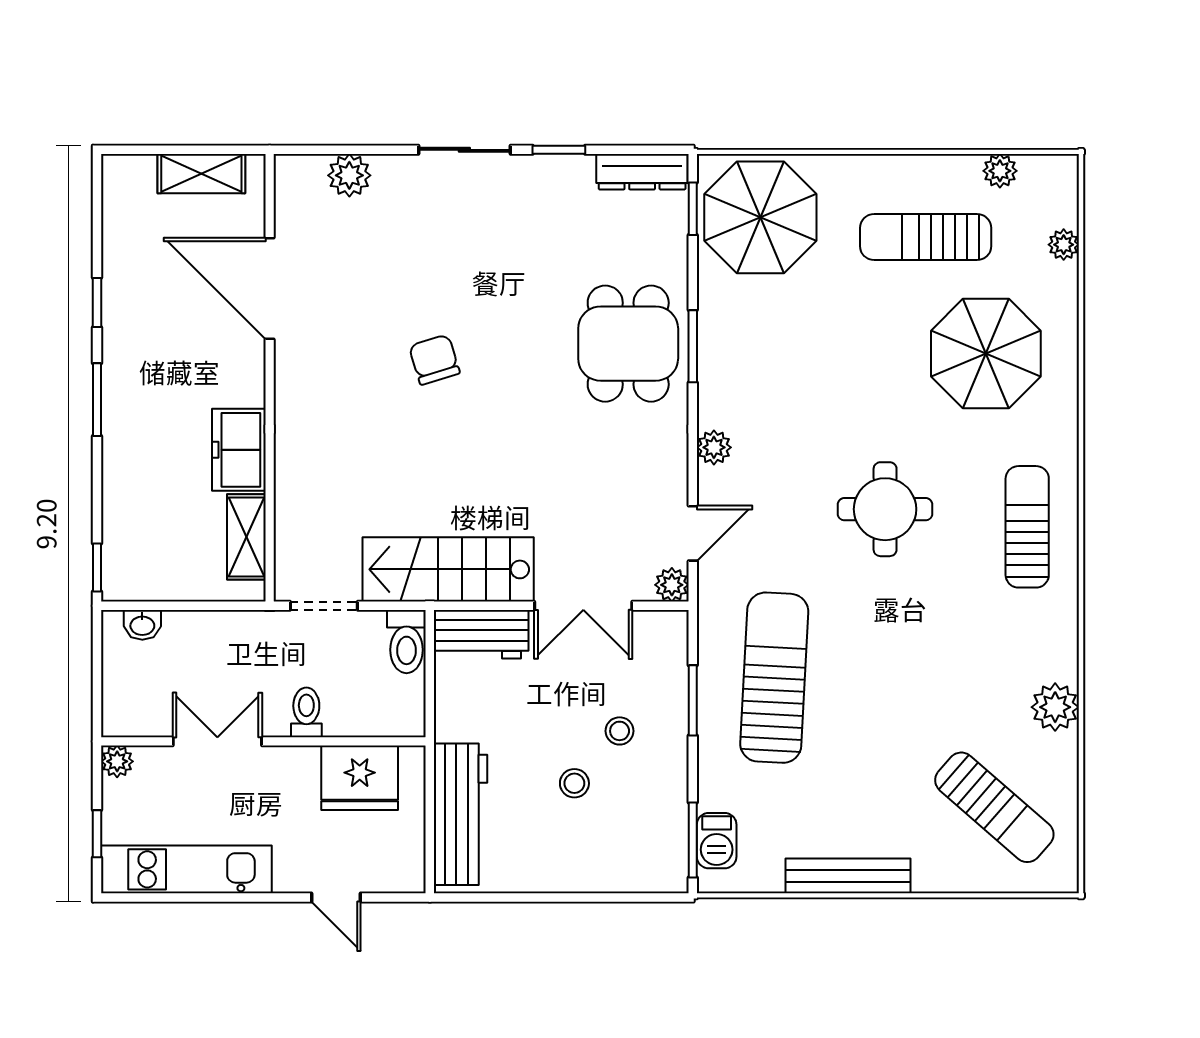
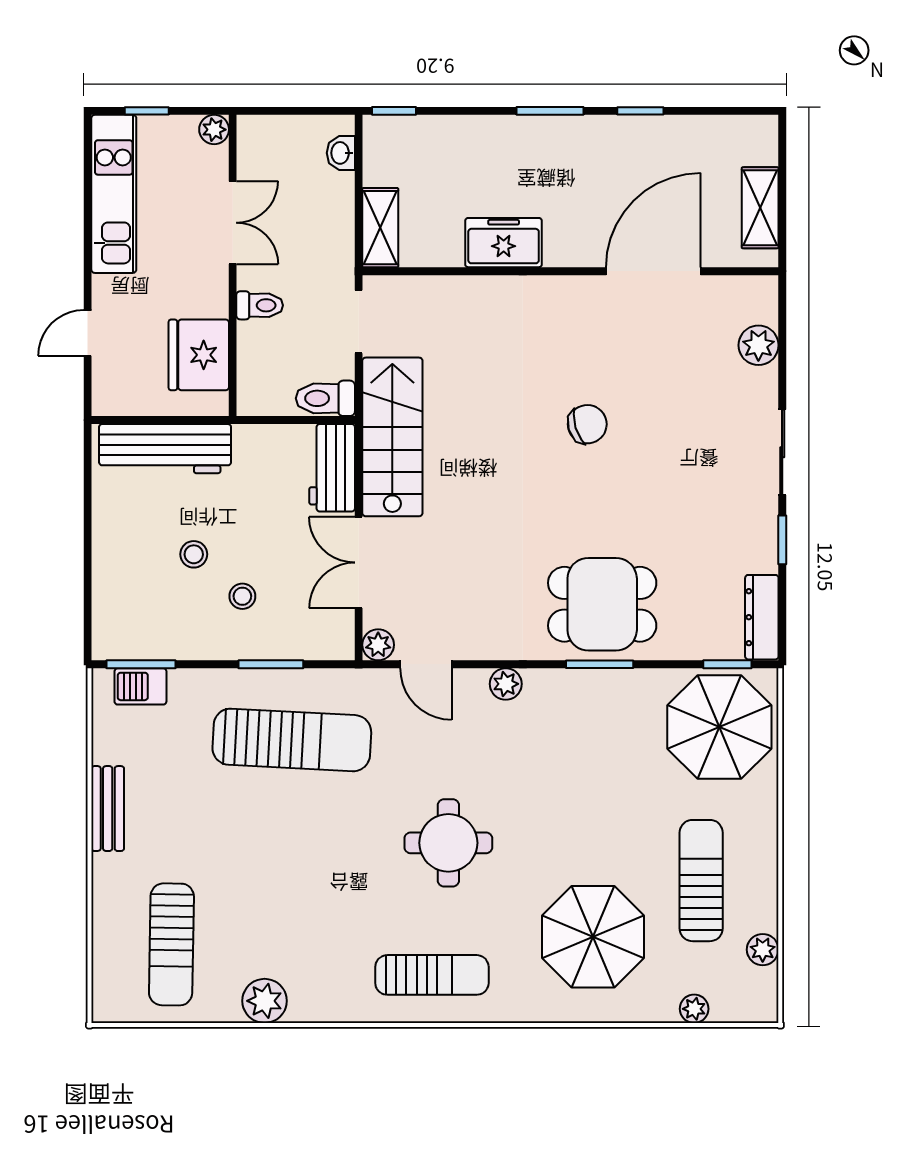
shelving: (246, 537) -> (380, 228), moved, turned 90
sun lounger: (994, 807) -> (171, 944), turned -40
bench: (848, 876) -> (108, 809), width x0.73

